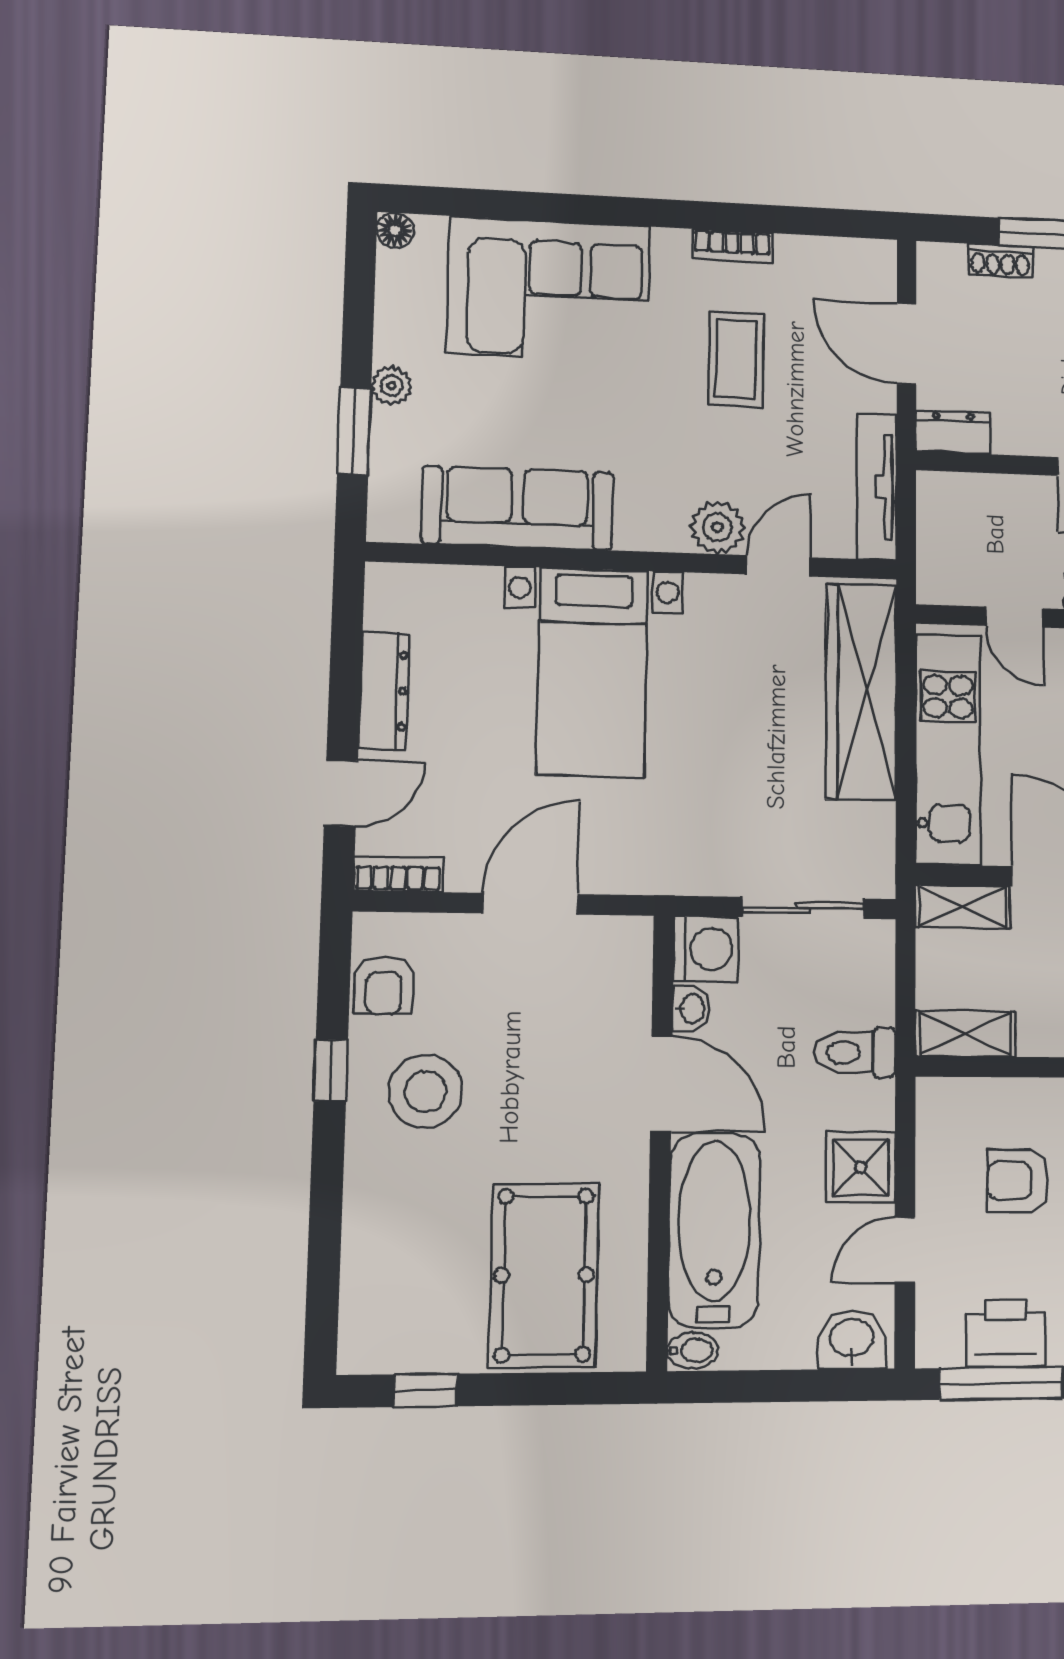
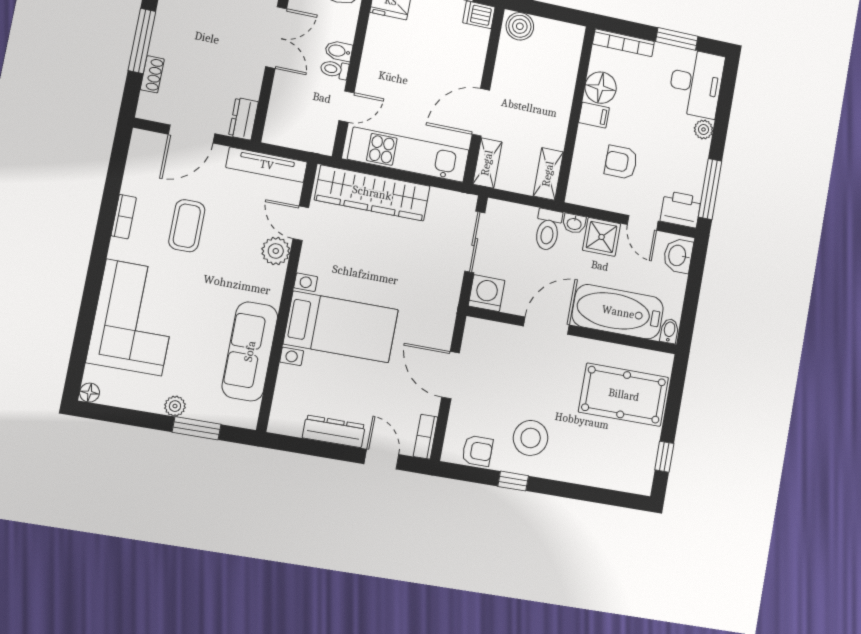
coffee table: (736, 359) -> (187, 226), turned 90
washbasin: (691, 1008) -> (574, 223), moved, turned 180
armchair: (1018, 1181) -> (621, 162), turned 90
printer: (1006, 1333) -> (681, 209), moved, turned 90

